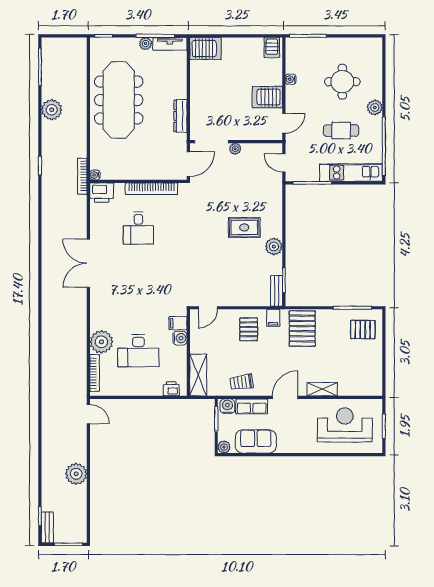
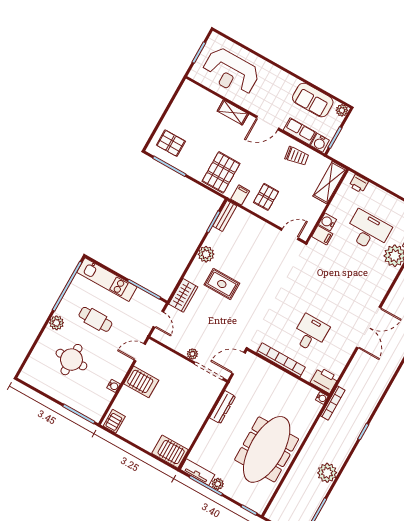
wardrobe: (273, 197) -> (183, 295), added

